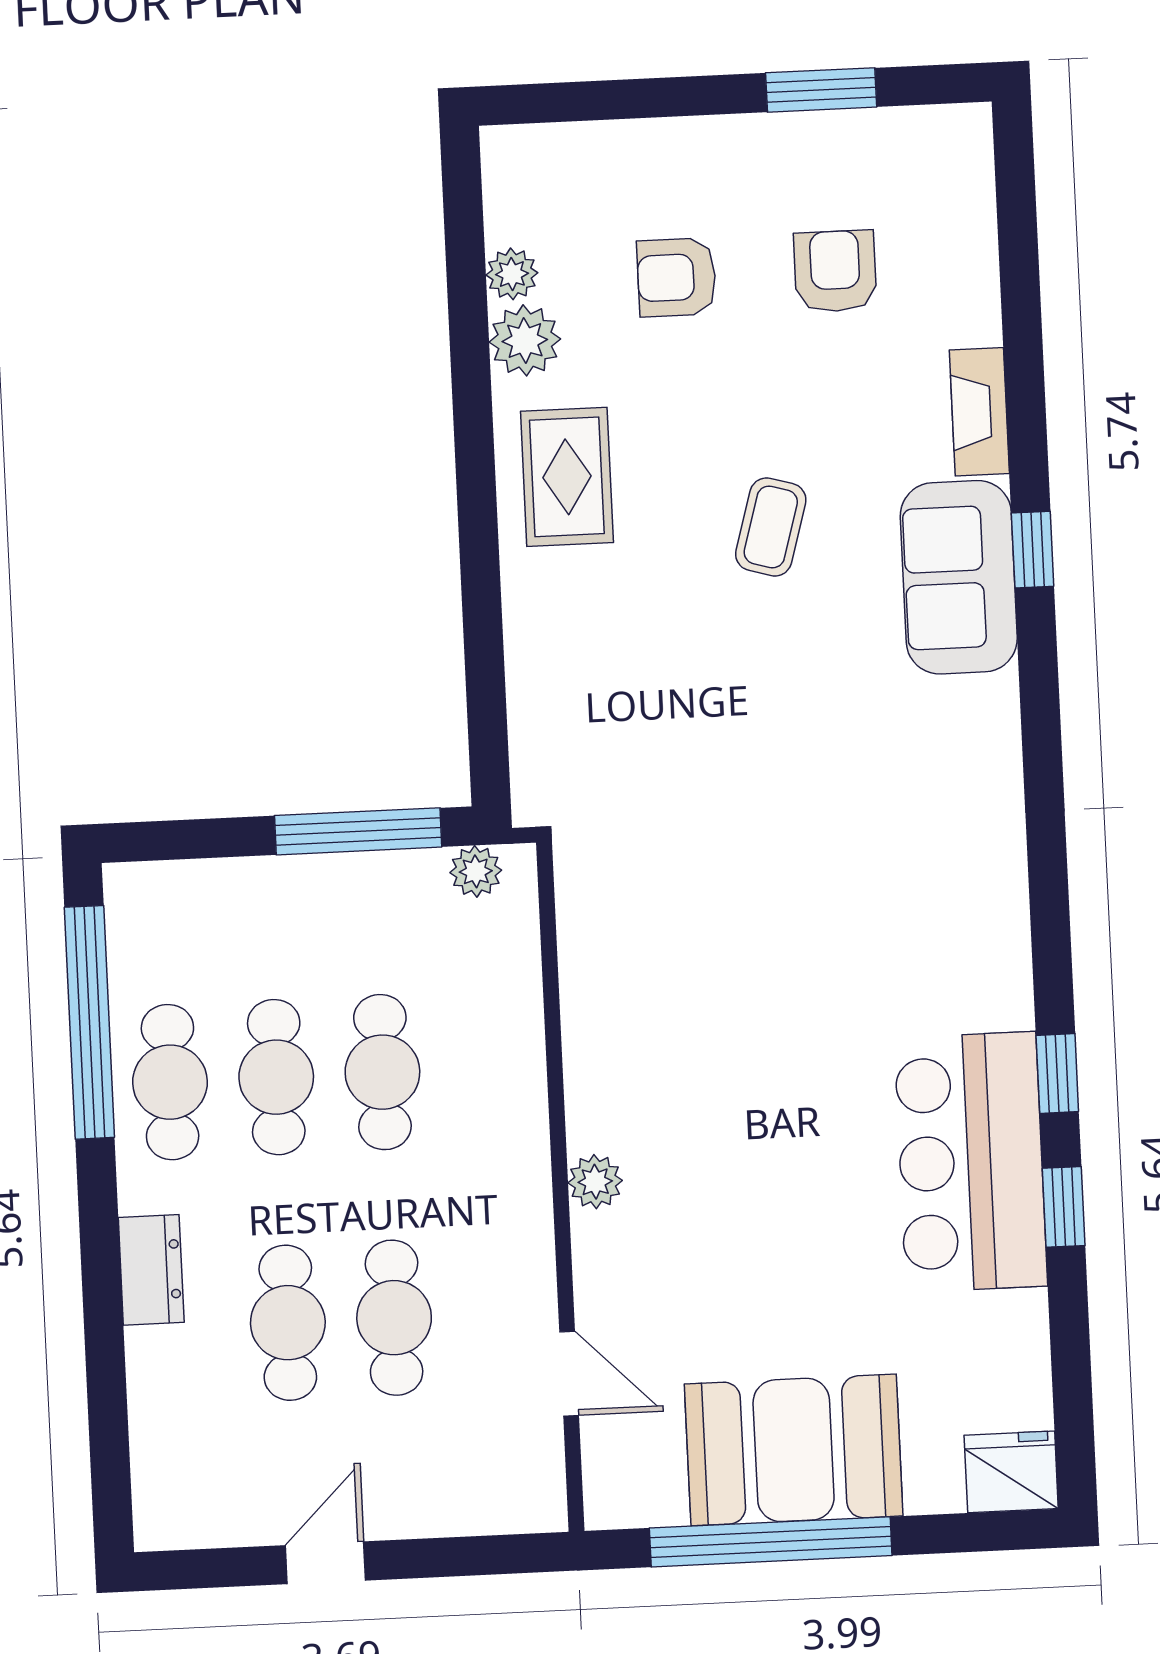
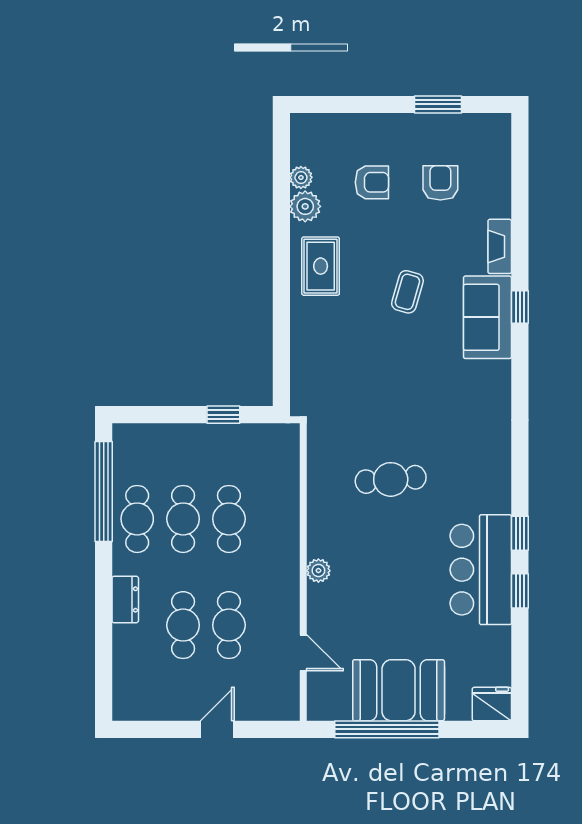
armchair: (677, 277) -> (372, 182), turned 180
window: (358, 831) -> (223, 415), width x0.46
plant: (476, 871) -> (273, 434), removed
cafe table: (752, 963) -> (391, 479), added
door: (325, 1563) -> (217, 729), moved

